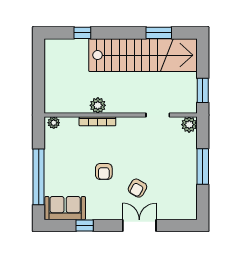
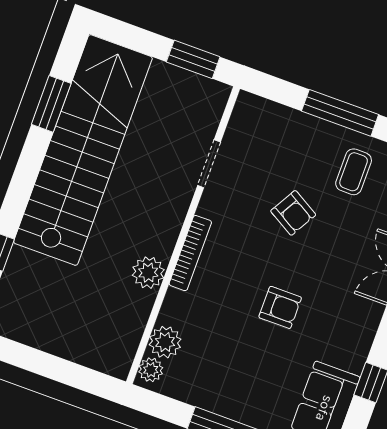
bookcase: (97, 121) -> (190, 253), moved
plant: (189, 125) -> (165, 342), moved
coffee table: (178, 182) -> (354, 172), added
armchair: (137, 188) -> (293, 213), moved

